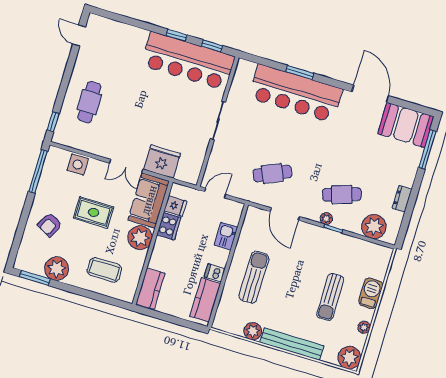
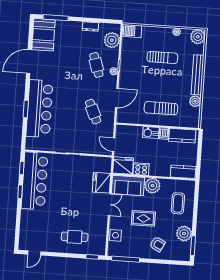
fridge: (175, 206) -> (123, 165), width x1.88, depth x1.34
rug: (94, 212) -> (143, 218), turned 90
kitchen sink: (226, 236) -> (151, 133), moved
barbecue: (371, 293) -> (132, 31), moved

